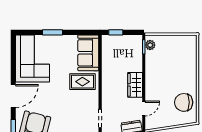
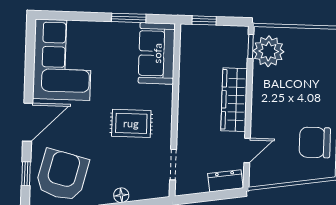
window: (53, 32) -> (129, 18), moved
plant: (150, 45) -> (269, 51), width x1.88, depth x1.88
rug: (82, 82) -> (131, 123), moved
wardrobe: (135, 85) -> (234, 100), width x1.50

